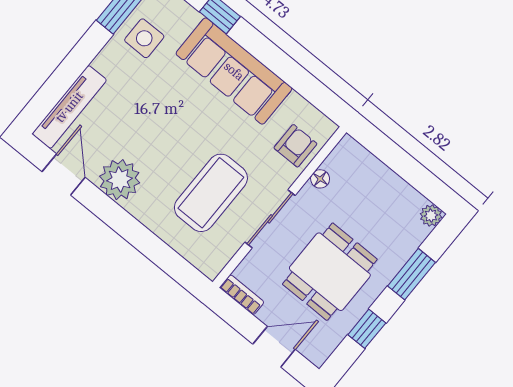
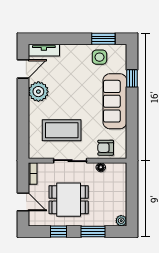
tv unit: (69, 107) -> (44, 50), width x0.71
armchair: (295, 146) -> (106, 148), turned 180

